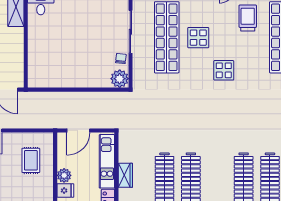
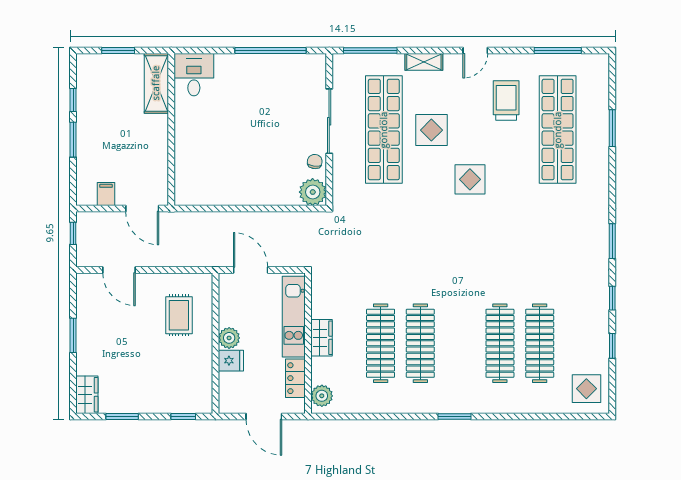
door: (78, 130) -> (251, 270), swing flipped

